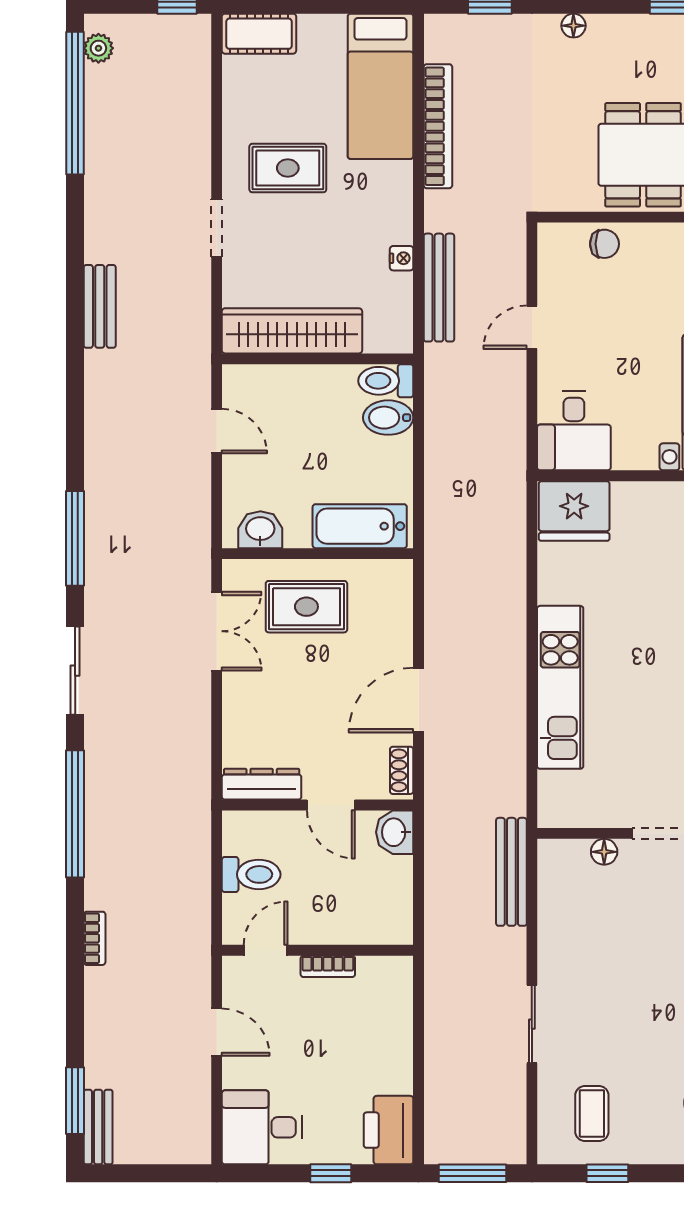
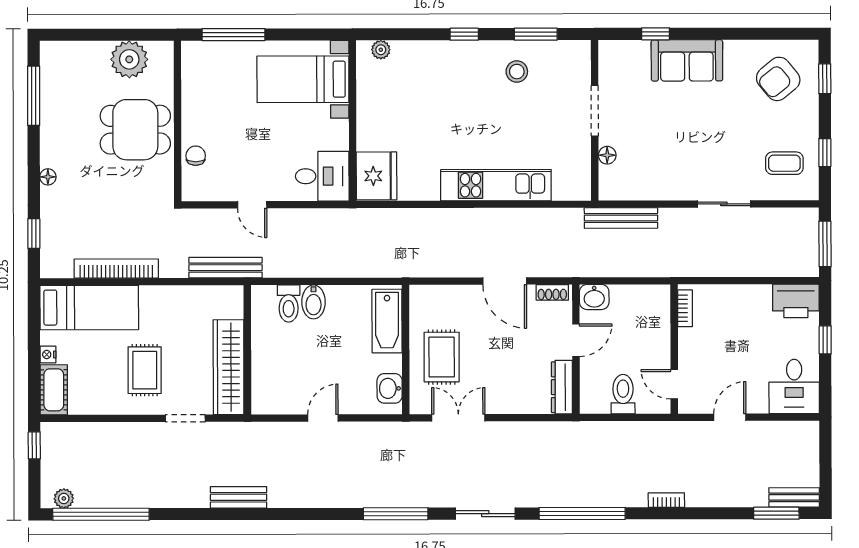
nightstand: (402, 258) -> (48, 355), moved, turned -90
wardrobe: (292, 331) -> (229, 367), moved
wall: (318, 359) -> (247, 350), moved
bookcase: (328, 966) -> (685, 308), moved

